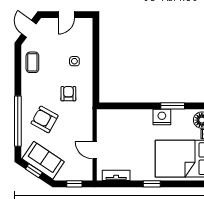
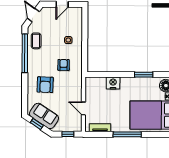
nightstand: (162, 117) -> (113, 83), moved
armchair: (45, 119) -> (45, 85), turned -117
window: (18, 121) -> (25, 53), moved
window: (152, 184) -> (127, 134), width x2.17

